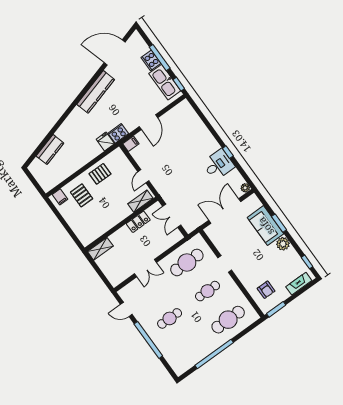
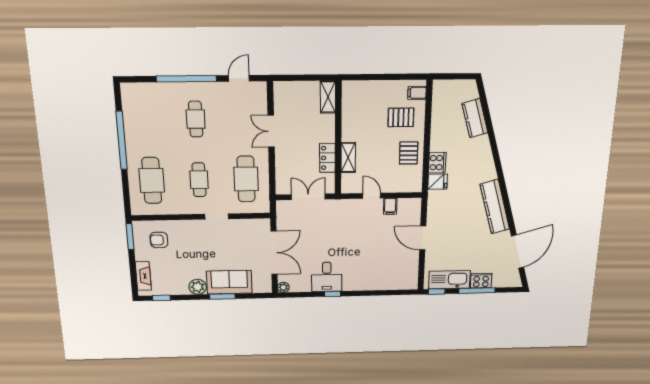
cooker: (118, 133) -> (437, 163), moved
filing cabinet: (131, 144) -> (390, 206), moved
shelving: (140, 201) -> (348, 157), moved

